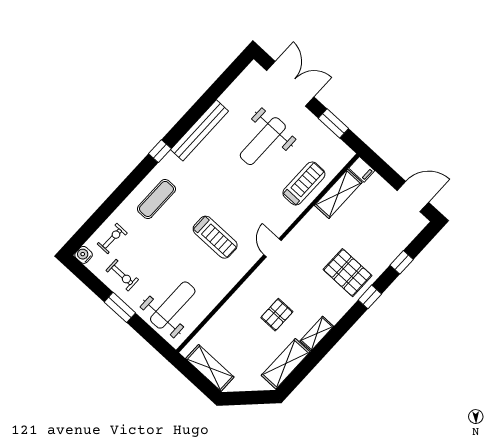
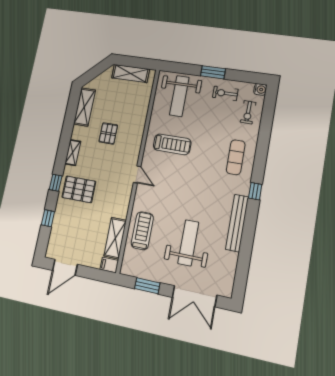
treadmill: (304, 183) -> (142, 231), turned 180
treadmill: (215, 237) -> (172, 144), moved, turned 180
shelving: (317, 334) -> (73, 153), moved

